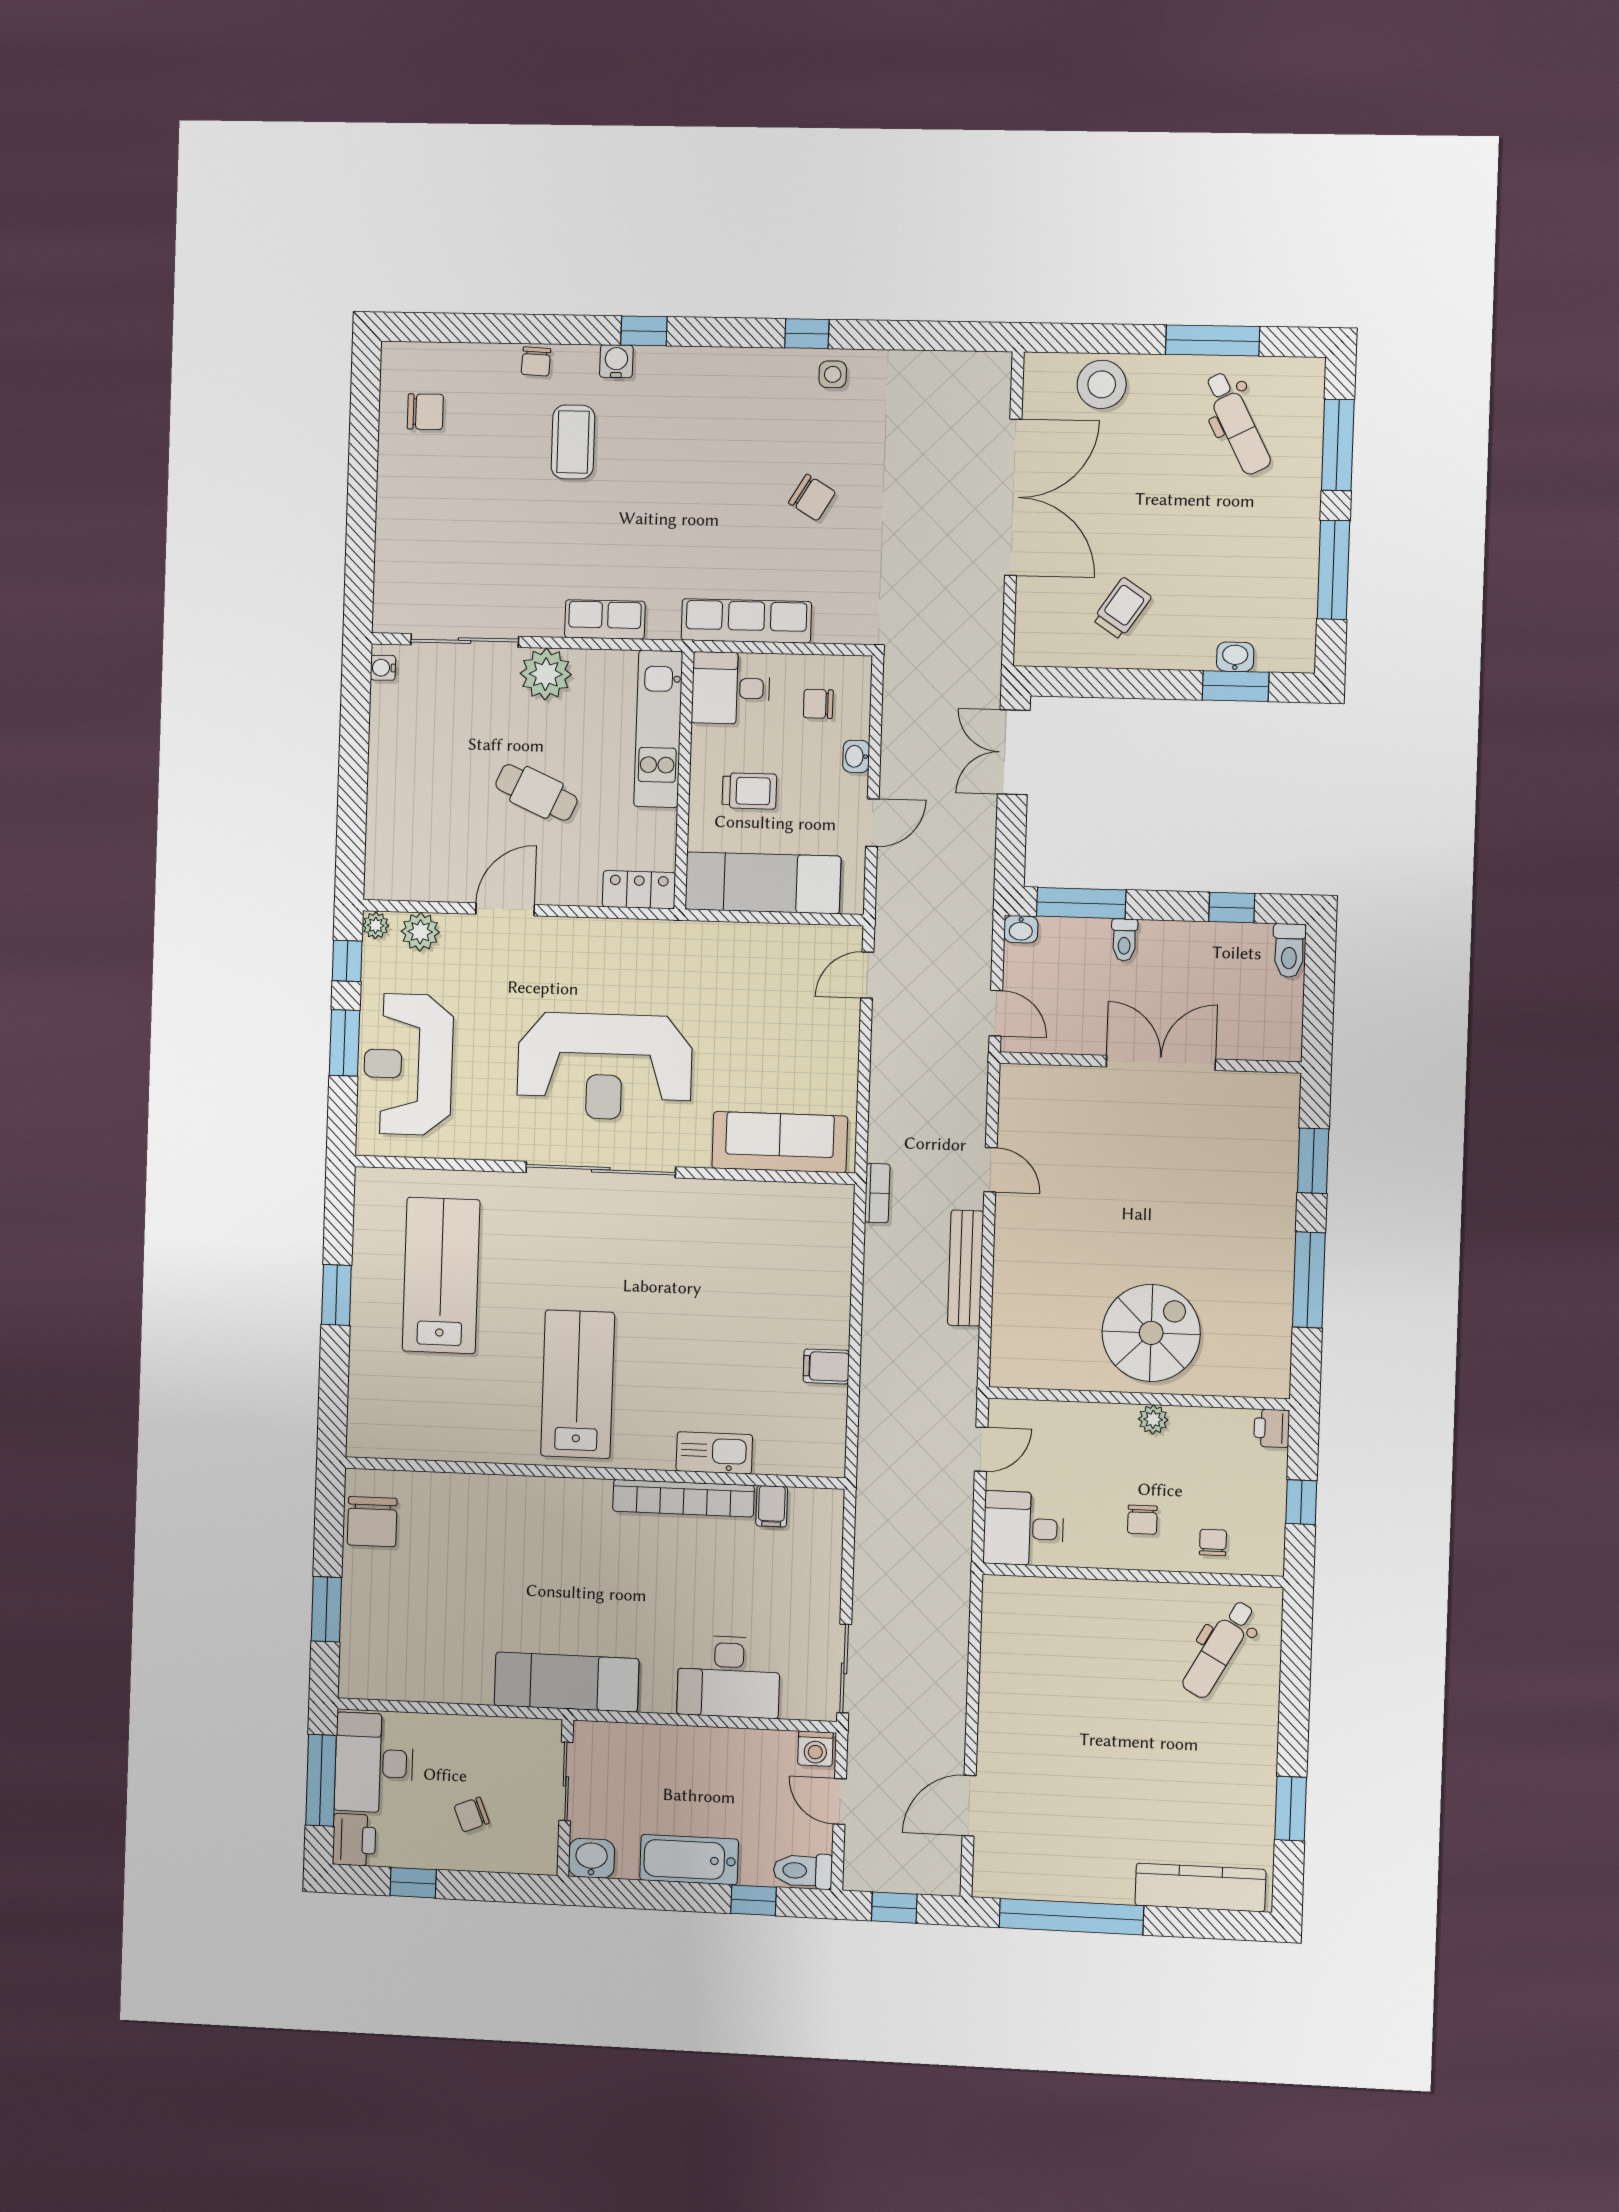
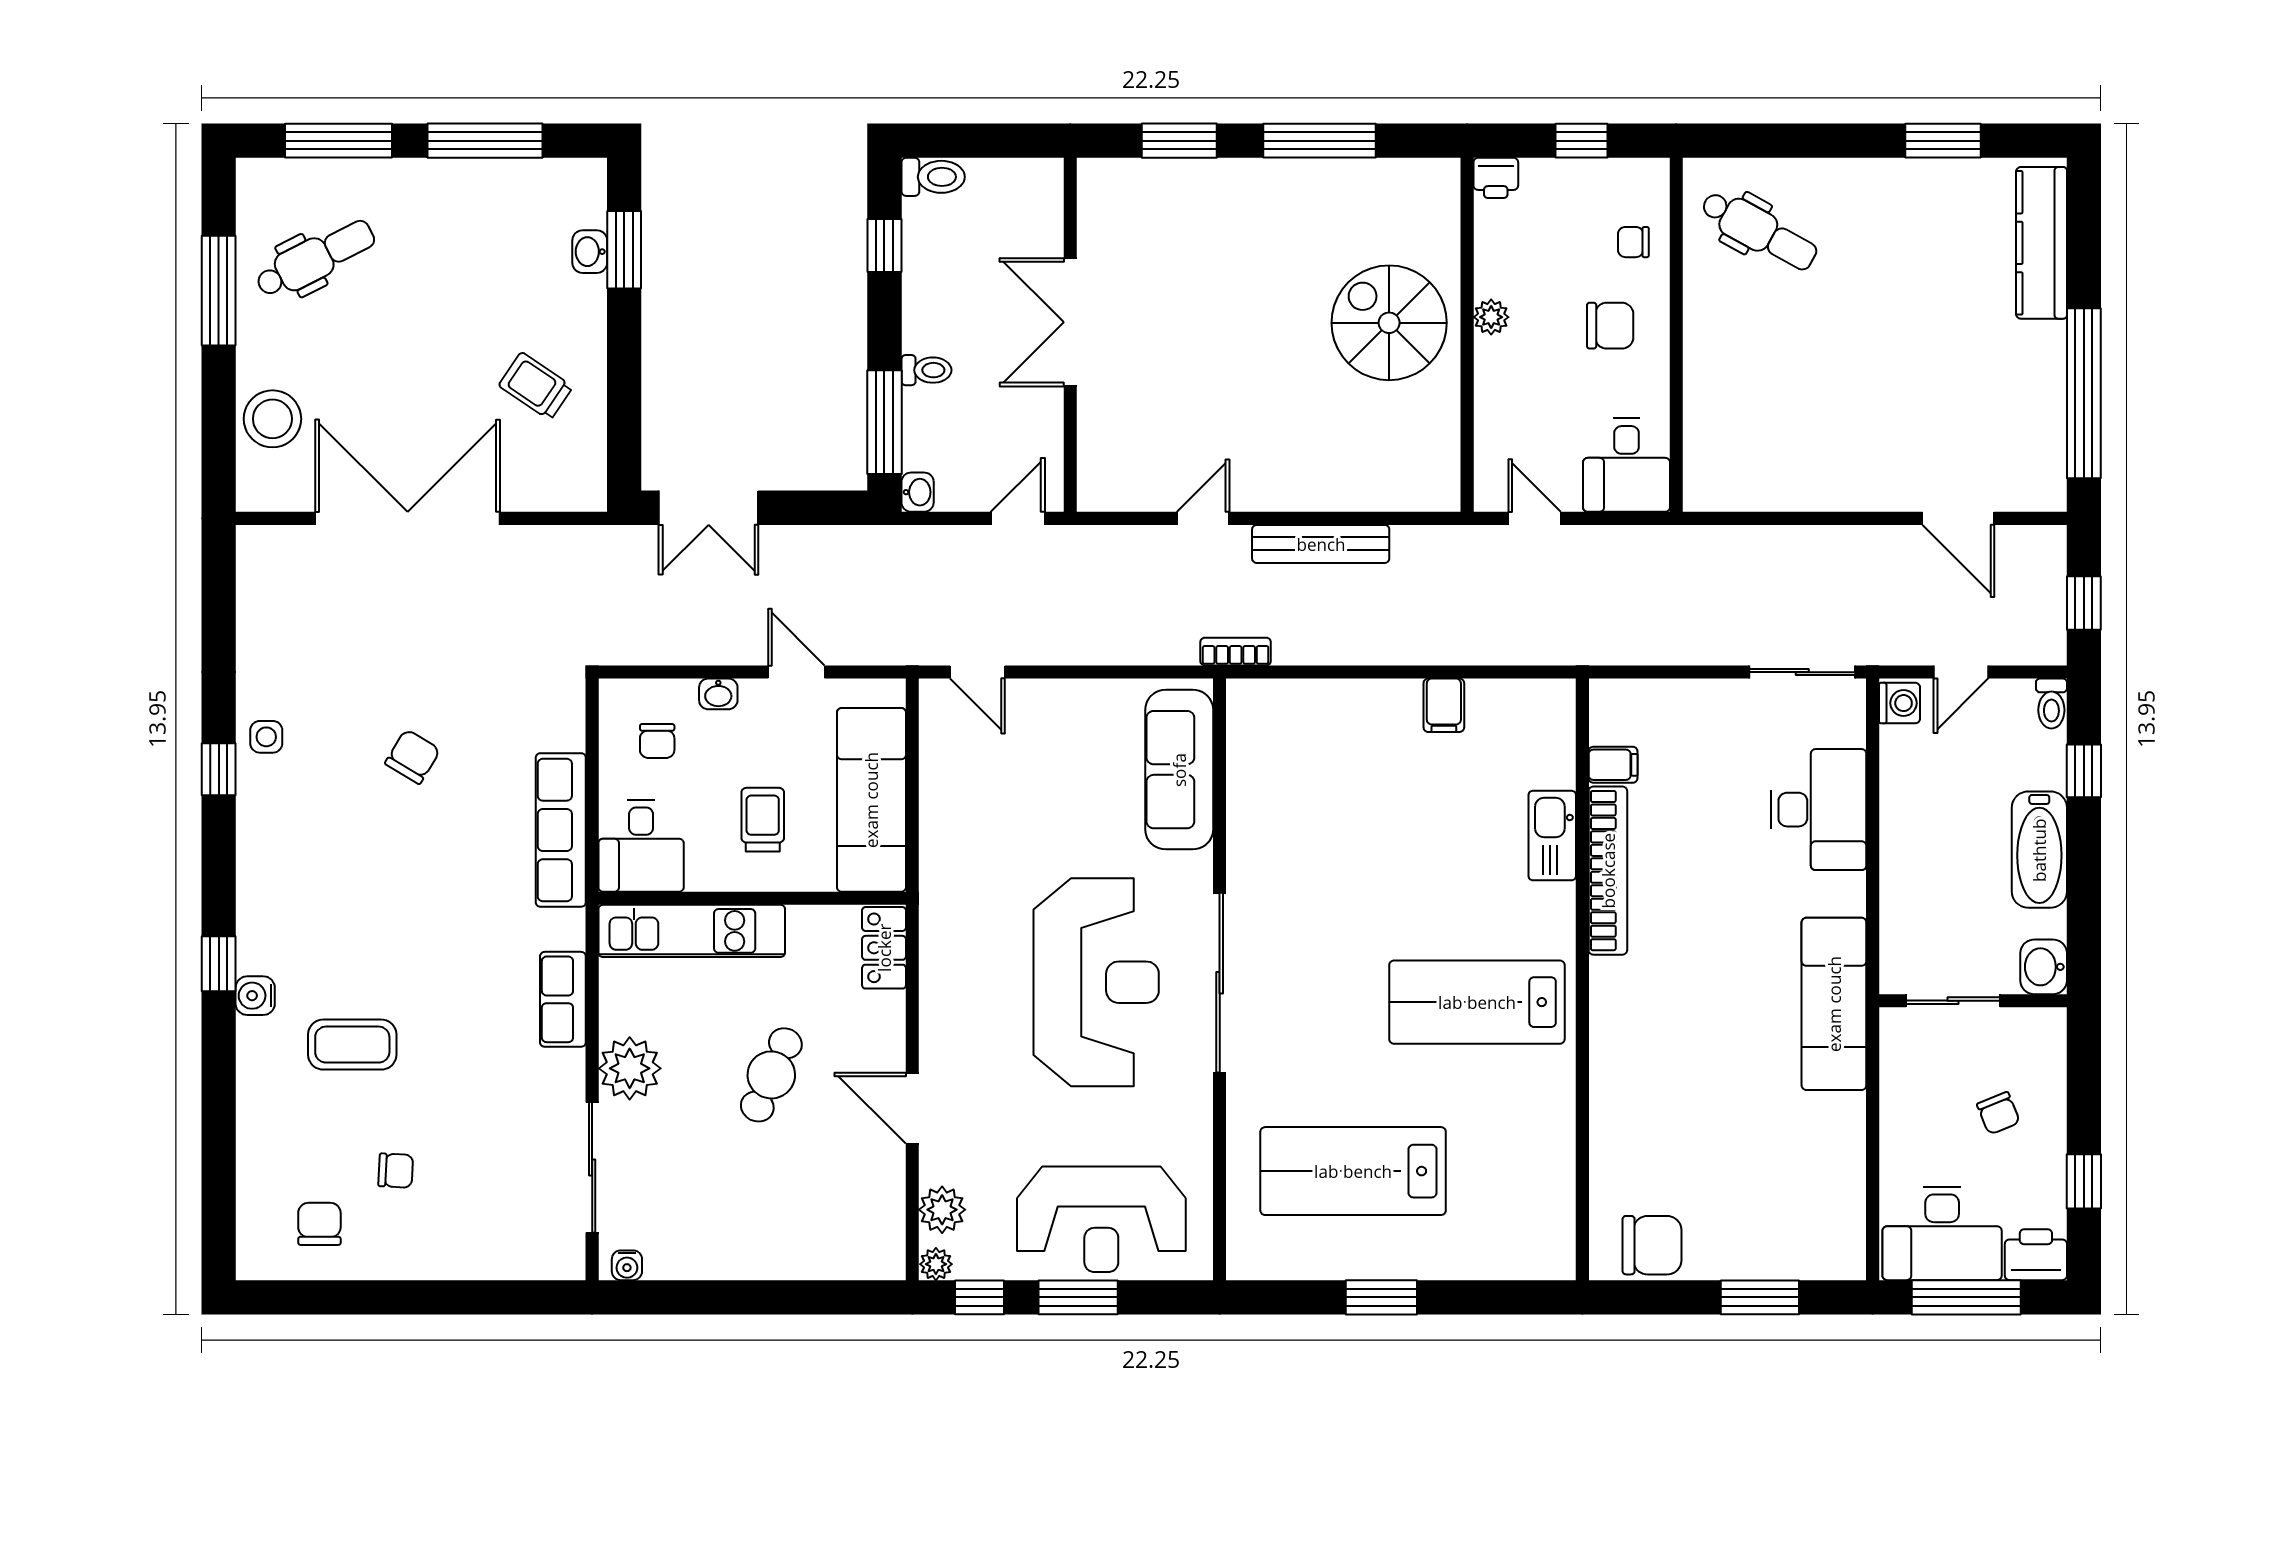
chair: (536, 361) -> (396, 1171), moved
chair: (1142, 1520) -> (1610, 326), width x1.37, depth x1.37
toilet: (803, 1871) -> (2051, 704), width x0.73, depth x0.72

